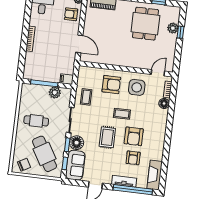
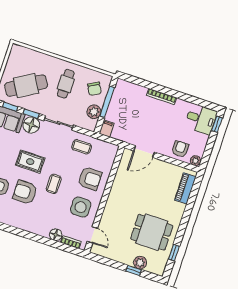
armchair: (111, 85) -> (90, 179), turned -90
chair: (24, 165) -> (94, 89), moved

